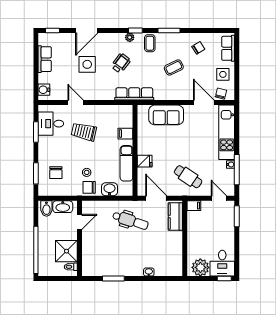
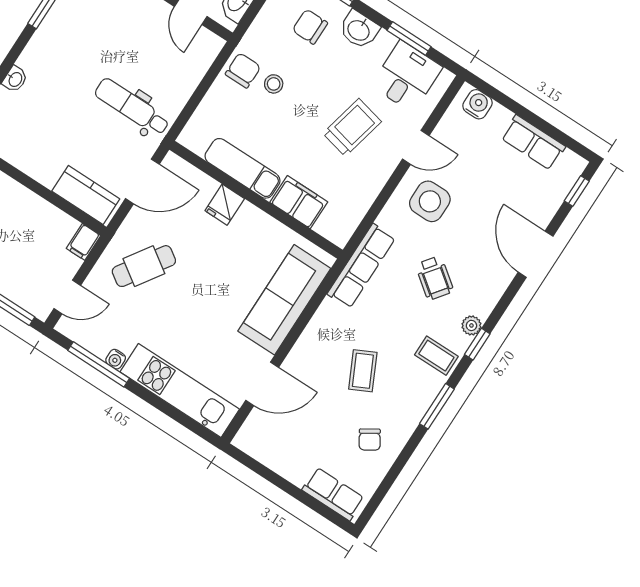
side table: (87, 64) -> (430, 201), moved
side table: (223, 74) -> (291, 453), removed
chair: (221, 94) -> (258, 427), removed
sofa: (166, 115) -> (284, 300), width x1.36
filing cabinet: (125, 134) -> (299, 202), width x2.00
washbasin: (110, 189) -> (359, 30), moved, turned 90
dental chair: (130, 221) -> (132, 107), turned 72

